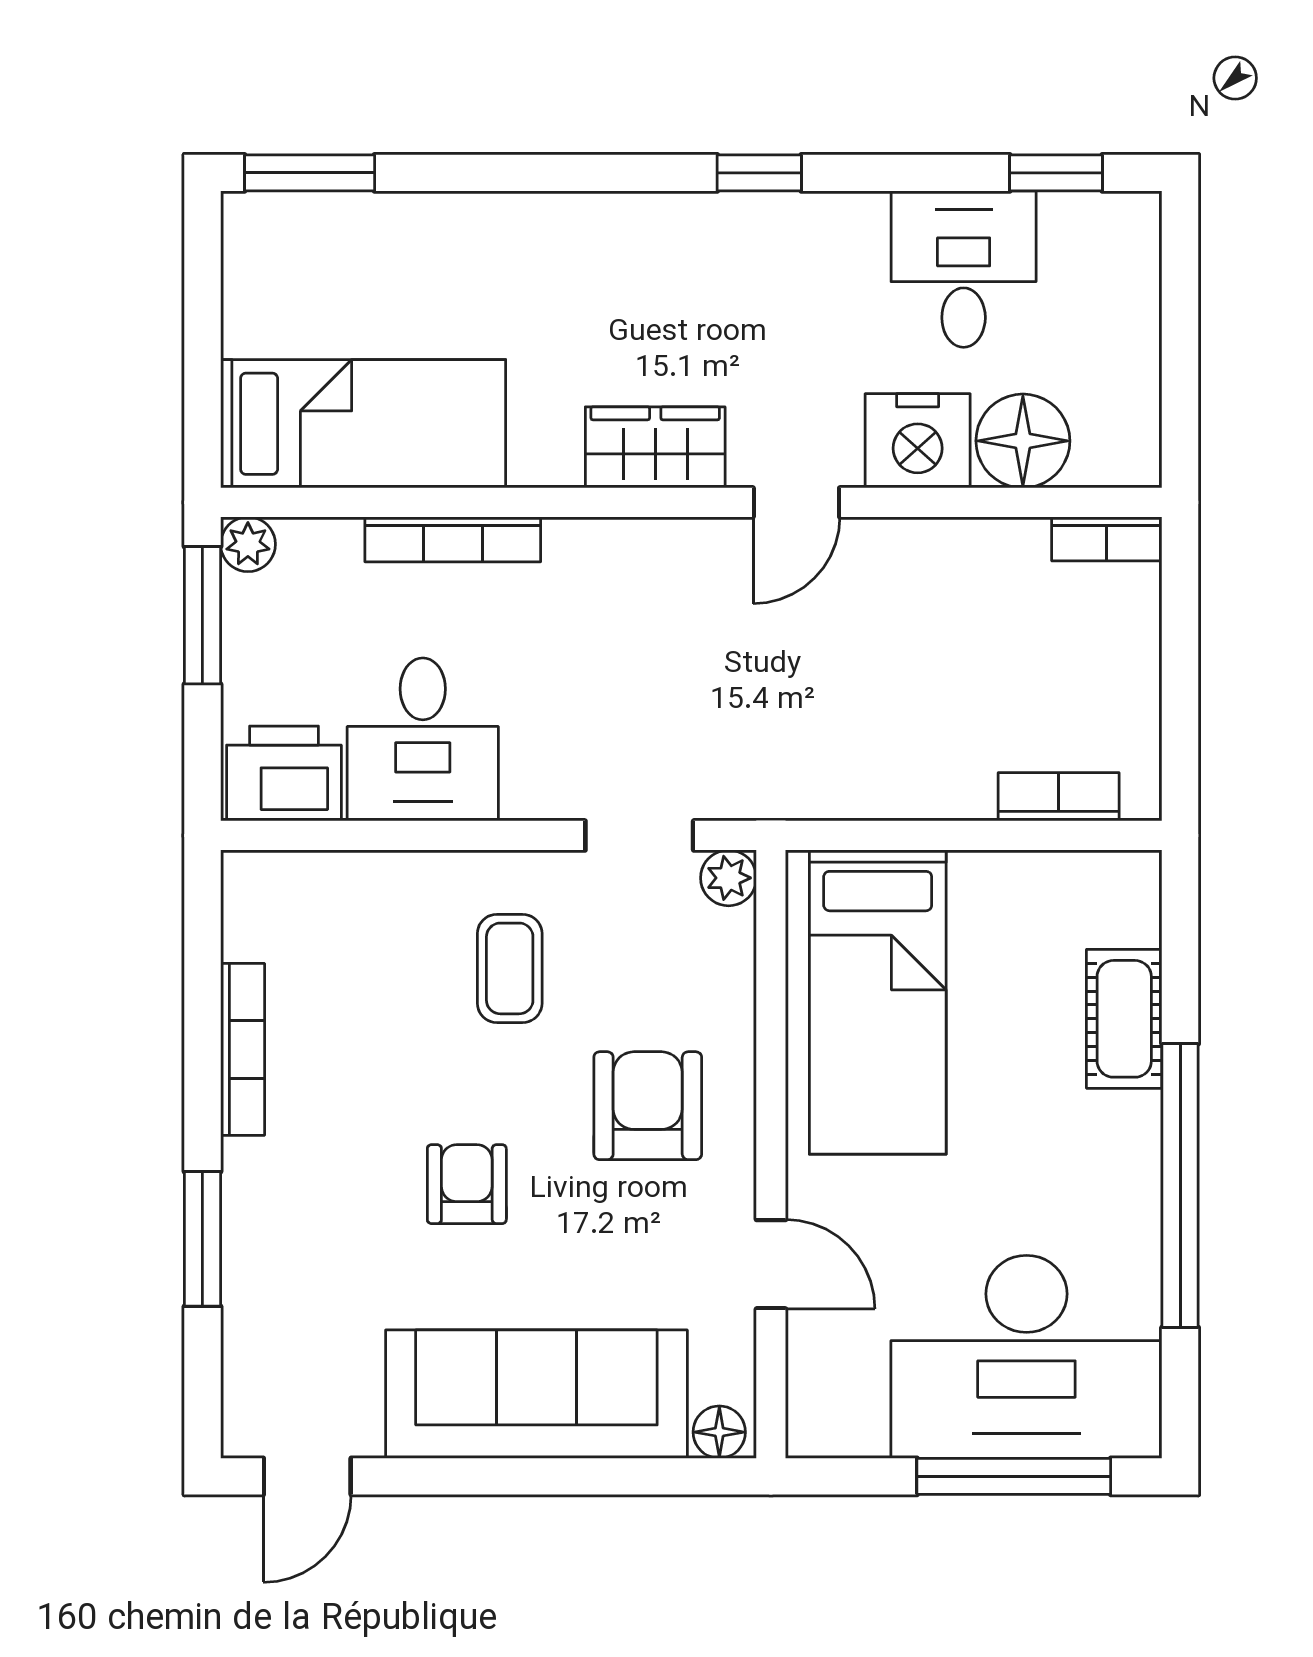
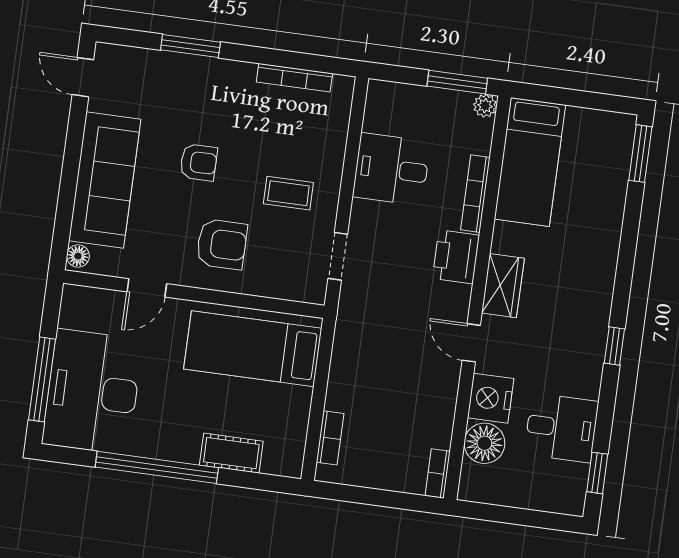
printer: (284, 774) -> (456, 257), moved, turned 180
plant: (729, 878) -> (315, 292), removed
bookcase: (243, 1049) -> (294, 78), moved

